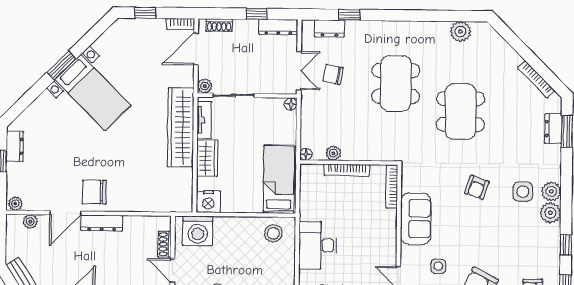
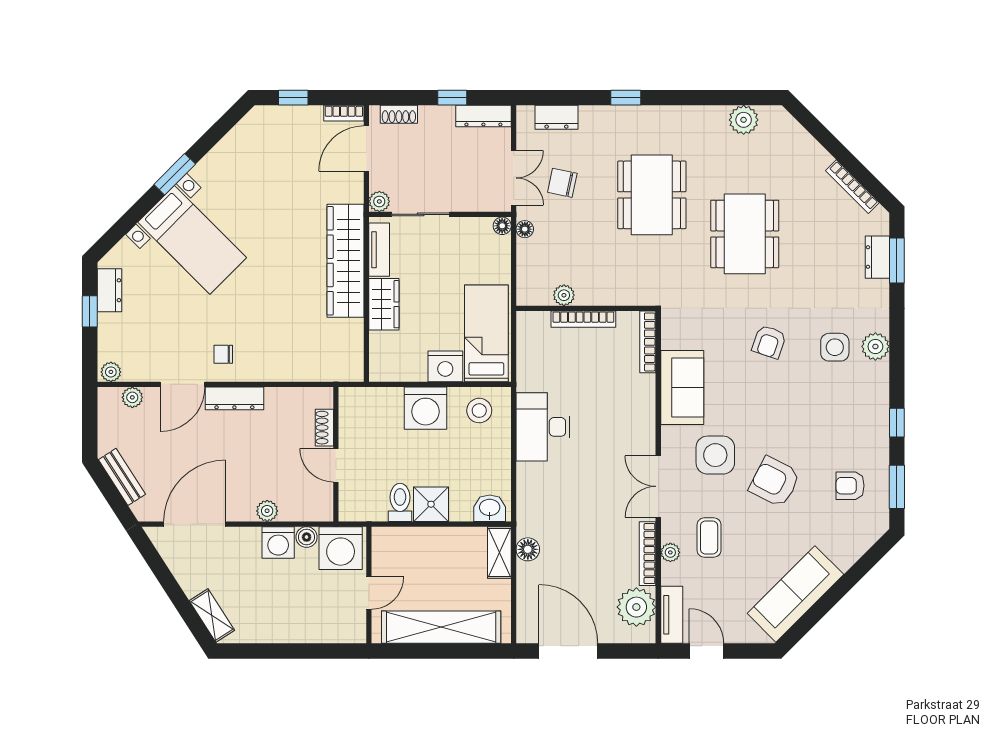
window: (349, 15) -> (626, 98), moved
bed with nightstands: (93, 92) -> (192, 240), moved
floor lamp: (306, 154) -> (525, 229), moved
chair: (94, 192) -> (223, 354), width x0.54, depth x0.54
nightstand: (208, 202) -> (445, 366), moved
plant: (550, 213) -> (874, 377), removed
washing machine: (198, 231) -> (425, 408), moved
side table: (438, 266) -> (715, 455), width x1.87, depth x1.87

